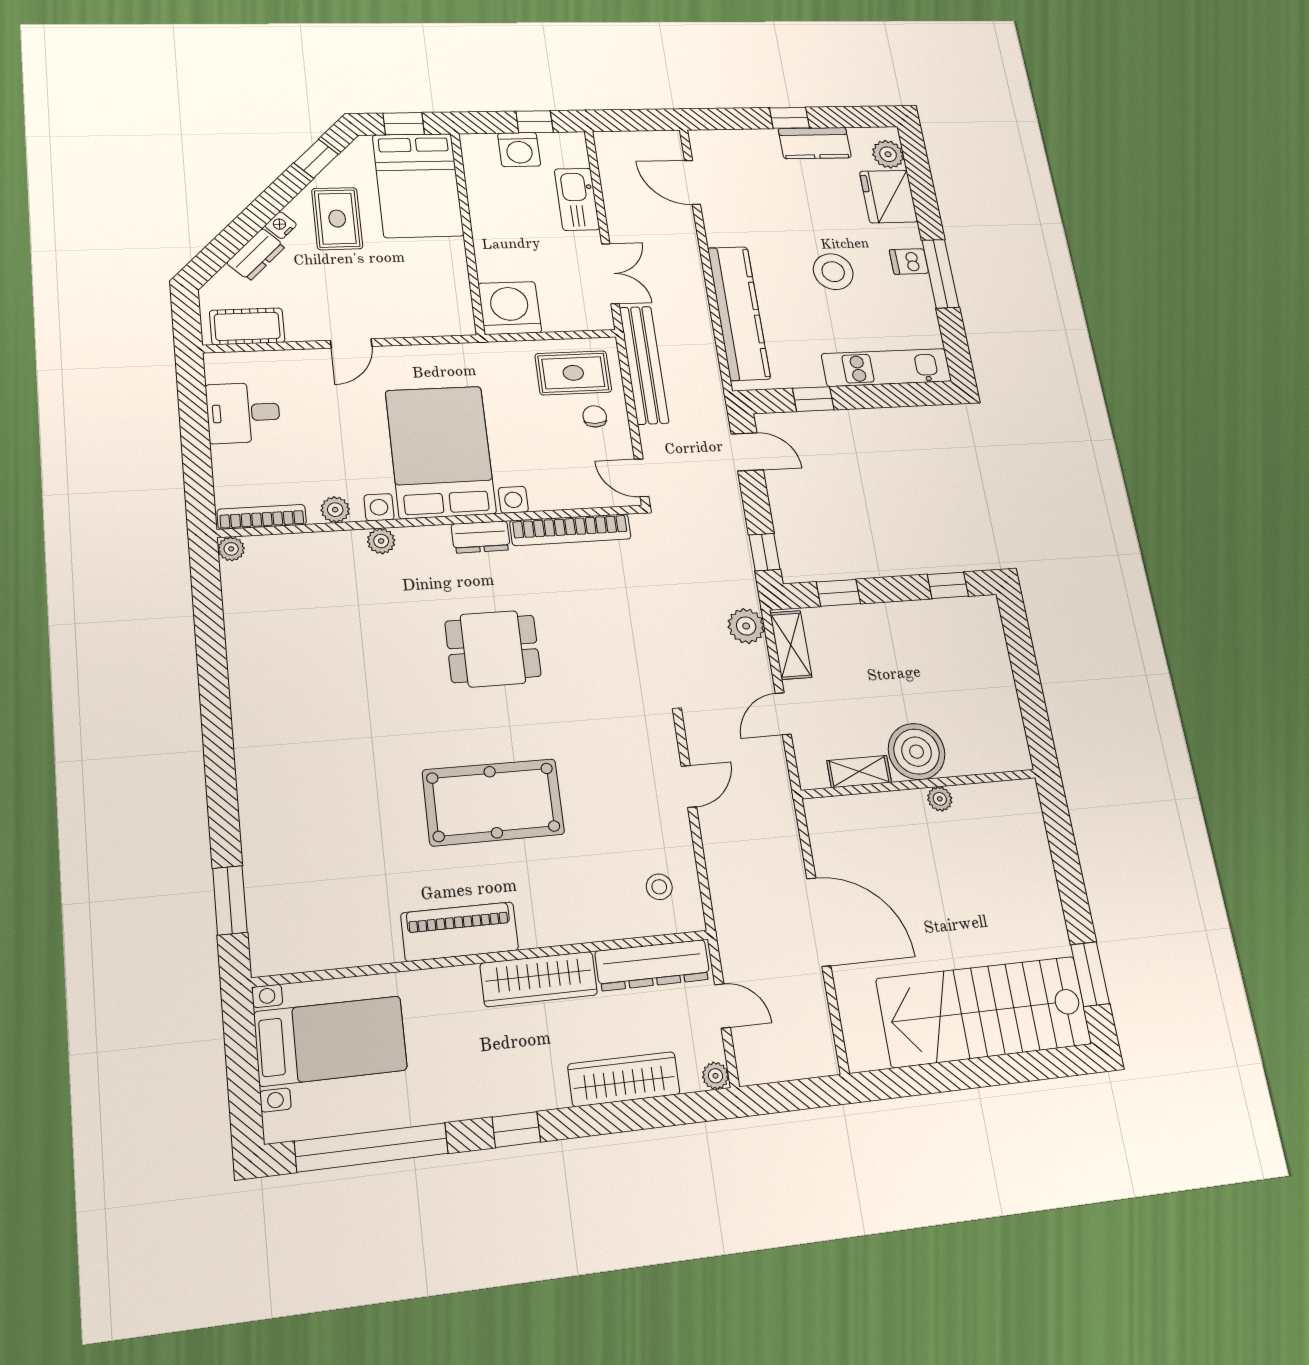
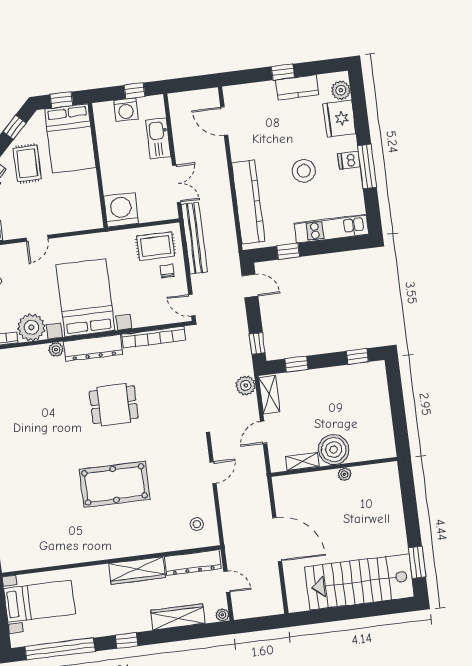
plant: (335, 510) -> (31, 327), width x1.87, depth x1.87
dresser: (481, 537) -> (93, 348), width x1.96, depth x1.24
piano: (460, 932) -> (99, 549), removed

